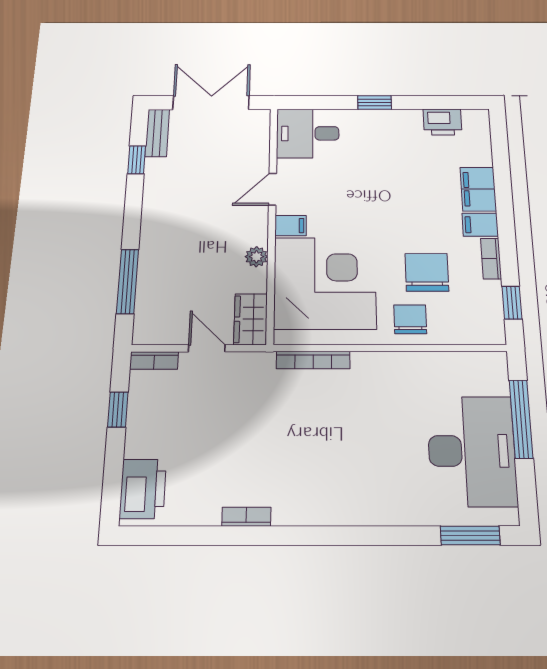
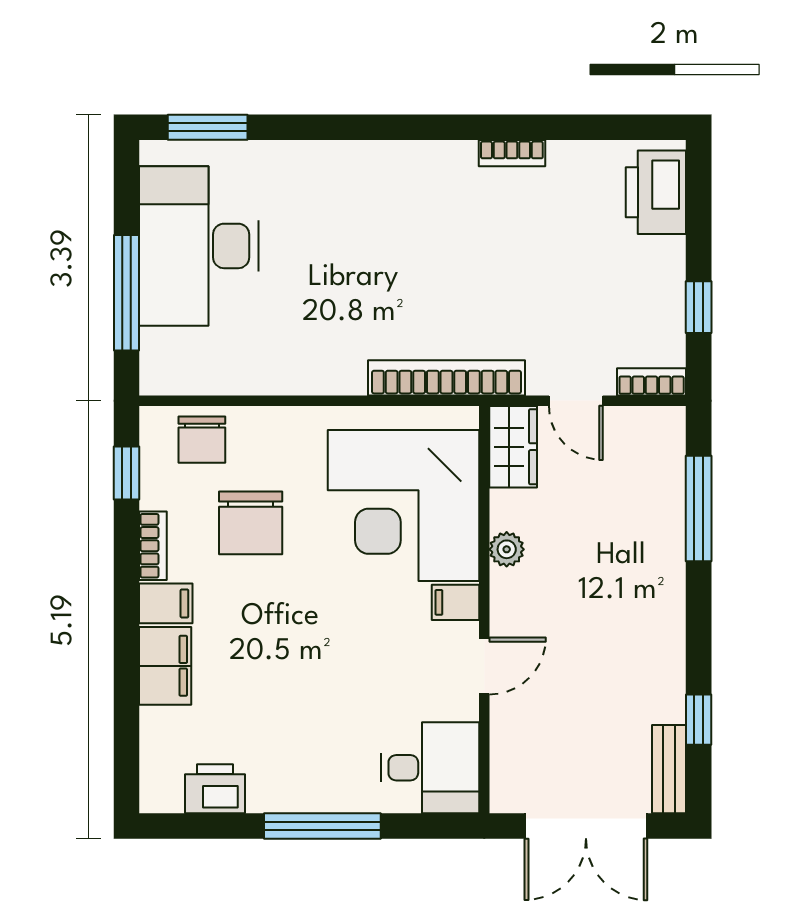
window: (375, 102) -> (322, 826), width x2.17
chair: (410, 319) -> (202, 440), moved
bookcase: (313, 360) -> (446, 378), width x1.48, depth x1.31

